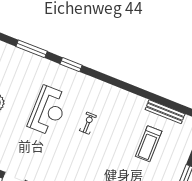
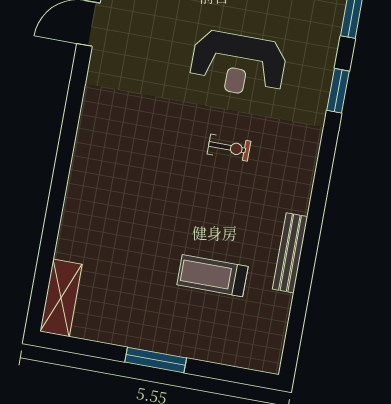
bench: (165, 112) -> (290, 253), moved

